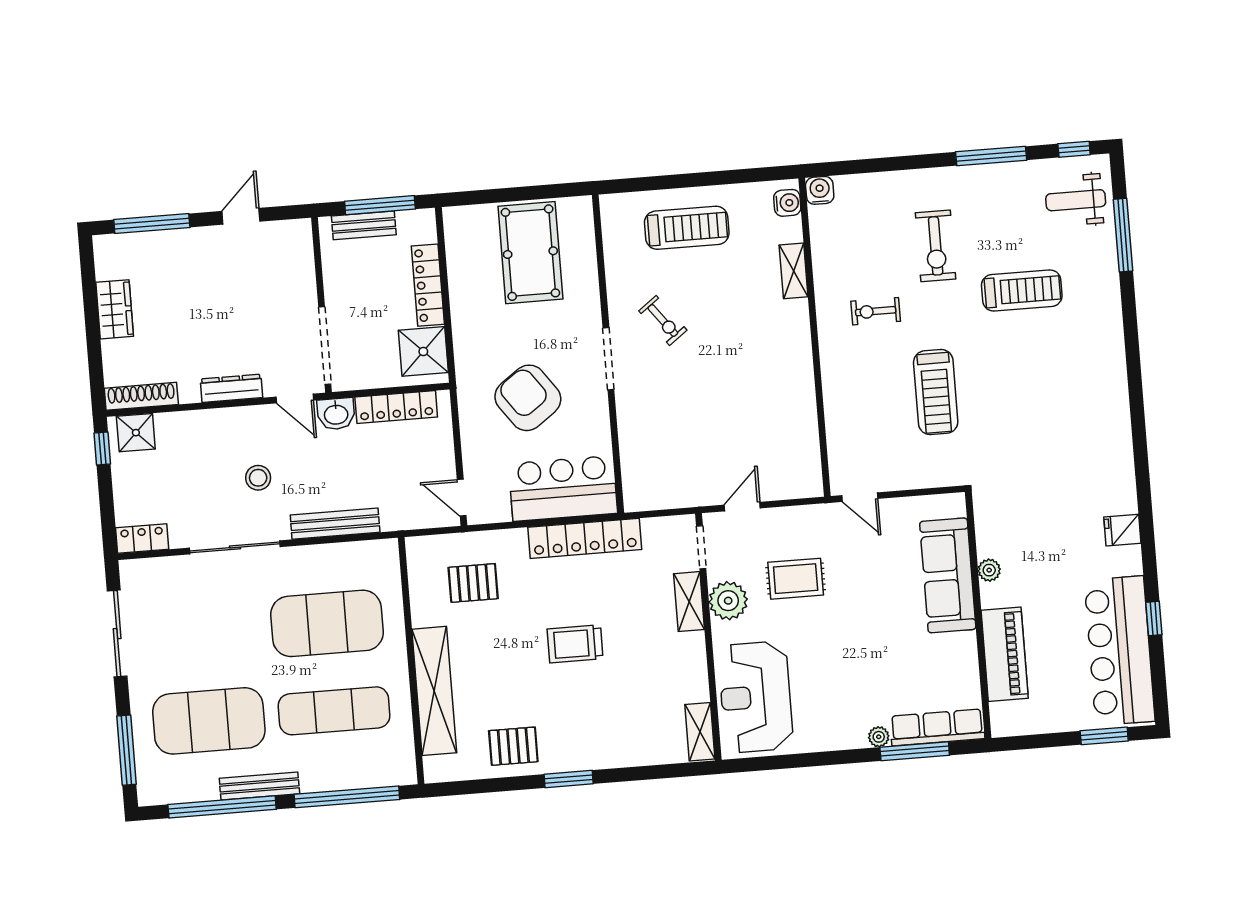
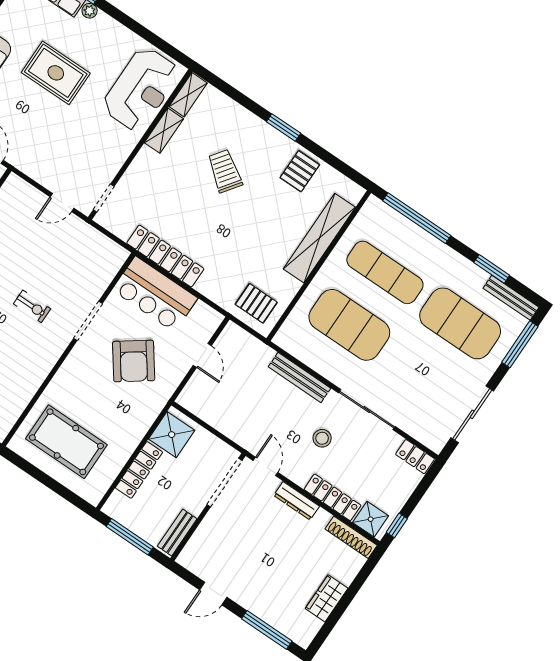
bench: (364, 225) -> (177, 533), moved, turned 90
pool table: (530, 253) -> (66, 442), turned 90
exercise bike: (663, 320) -> (32, 306), moved, turned 127
doorway: (608, 359) -> (88, 321), moved
locker: (396, 407) -> (332, 497), moved
washbasin: (336, 414) -> (249, 439), removed
door: (462, 498) -> (202, 355), moved
rug: (796, 579) -> (56, 73), moved, width x1.36, depth x1.43
pallet: (473, 583) -> (256, 303), moved
plant: (728, 601) -> (113, 156), removed
shelving: (689, 602) -> (164, 131), moved
trolley: (575, 644) -> (225, 171), moved, turned -144
pallet: (513, 746) -> (300, 171), turned 90
bench: (259, 786) -> (511, 298), moved
window: (222, 807) -> (492, 269), width x0.47

